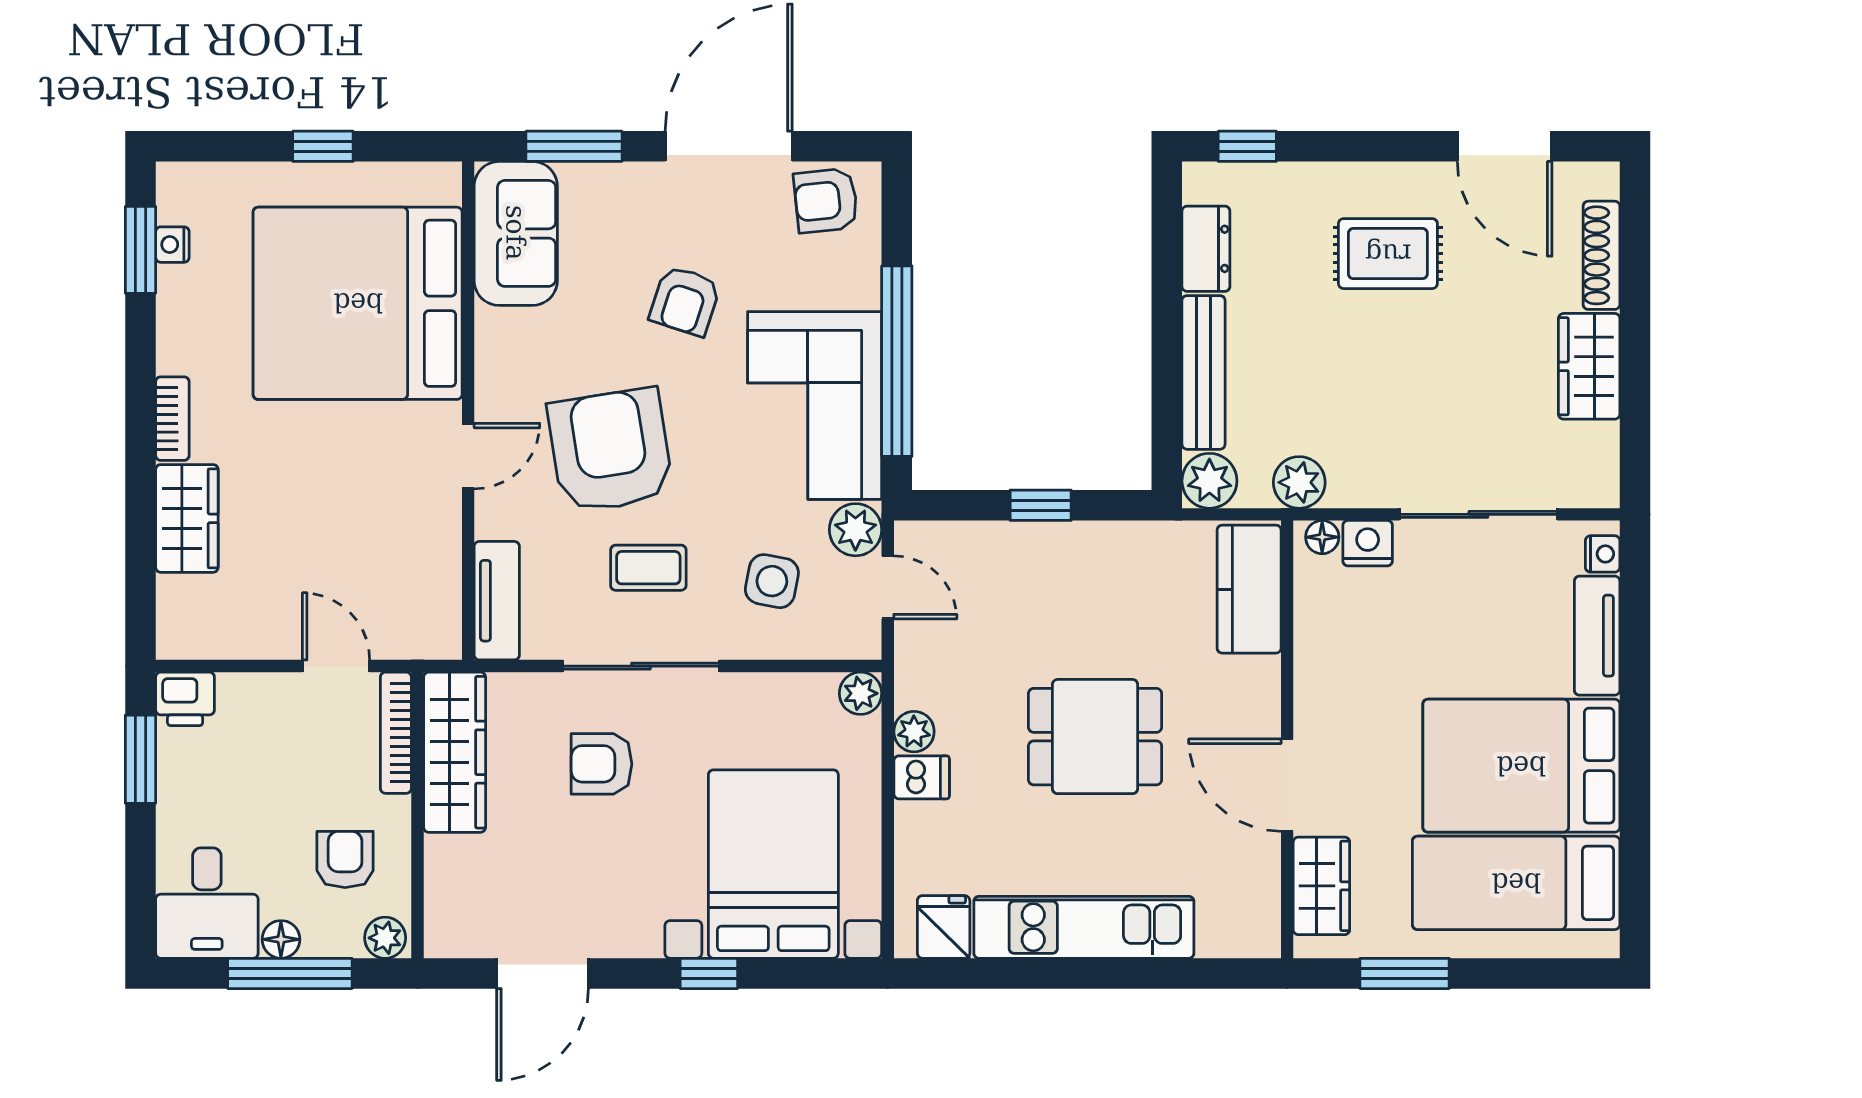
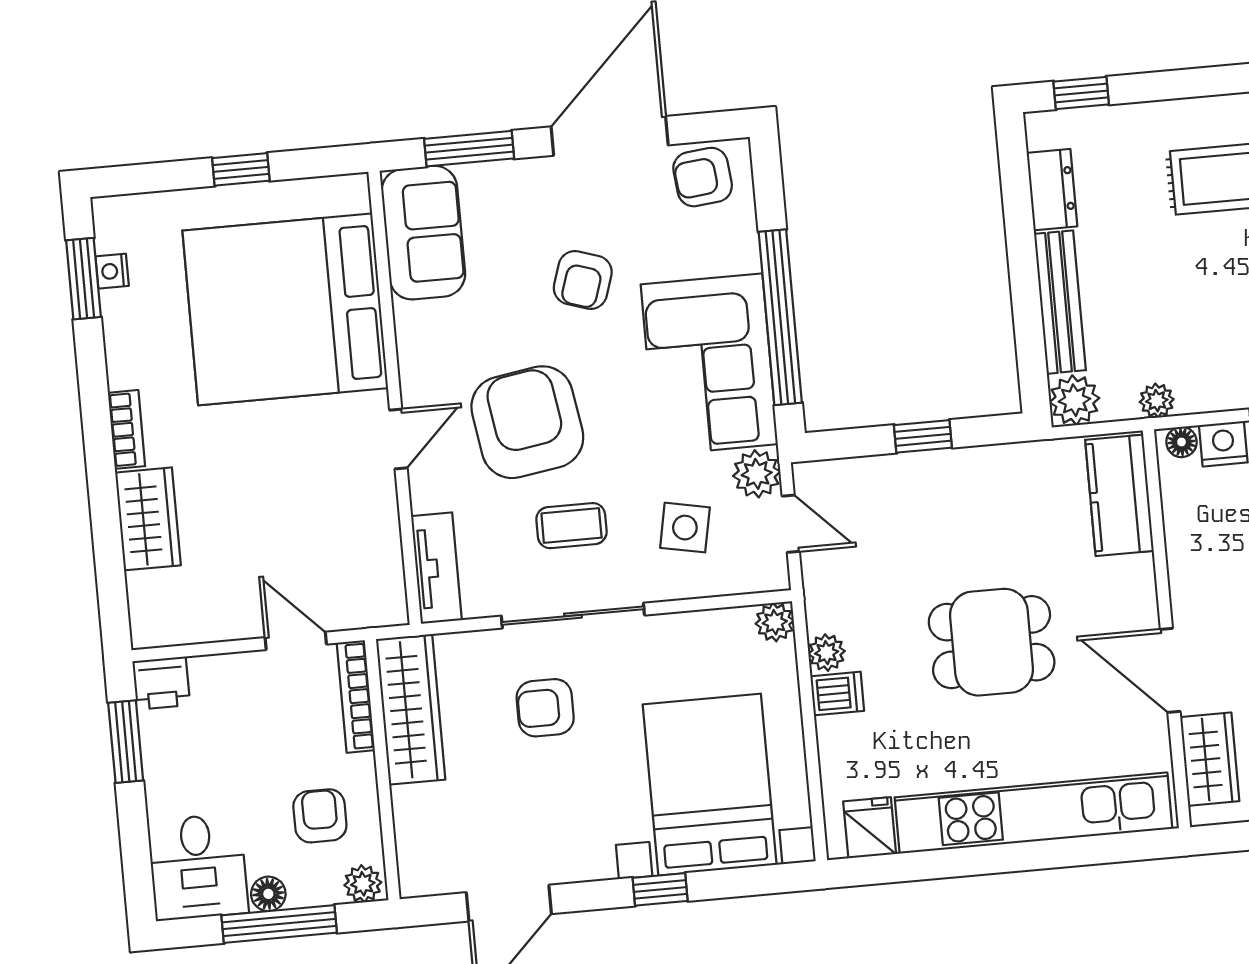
plant: (1299, 482) -> (1157, 401), width x0.73, depth x0.73
kitchen unit: (1084, 927) -> (1034, 813), width x1.36

